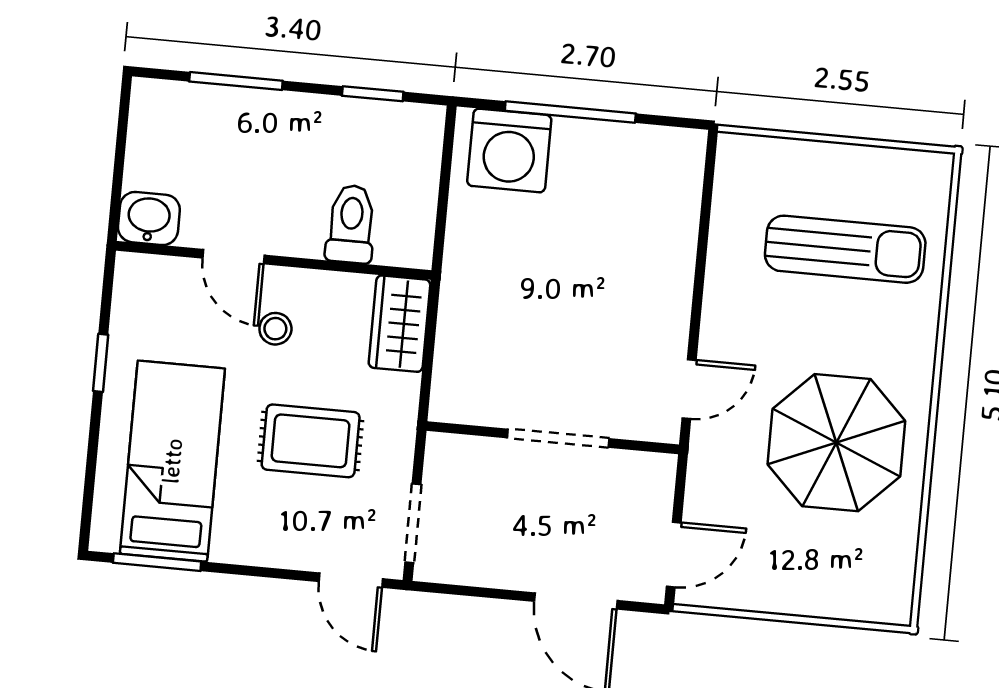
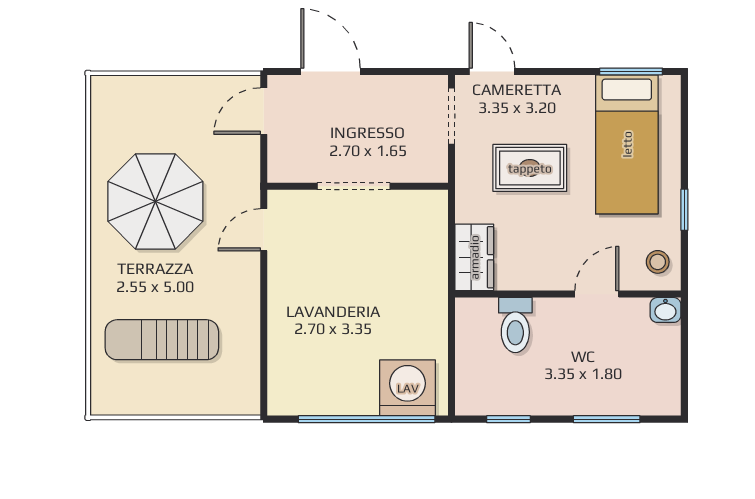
window: (570, 112) -> (367, 419), width x1.46
washbasin: (149, 219) -> (665, 310), width x0.72, depth x0.69
door: (233, 257) -> (597, 294), hinge flipped
stool: (275, 329) -> (658, 262), moved

